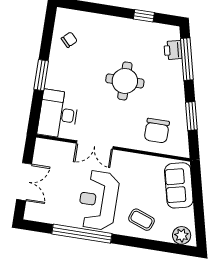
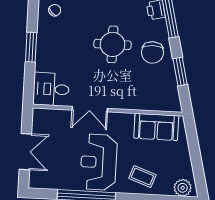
desk: (58, 114) -> (51, 89), width x0.73
chair: (157, 131) -> (153, 52), moved
sofa: (179, 185) -> (156, 127), moved, turned -77

